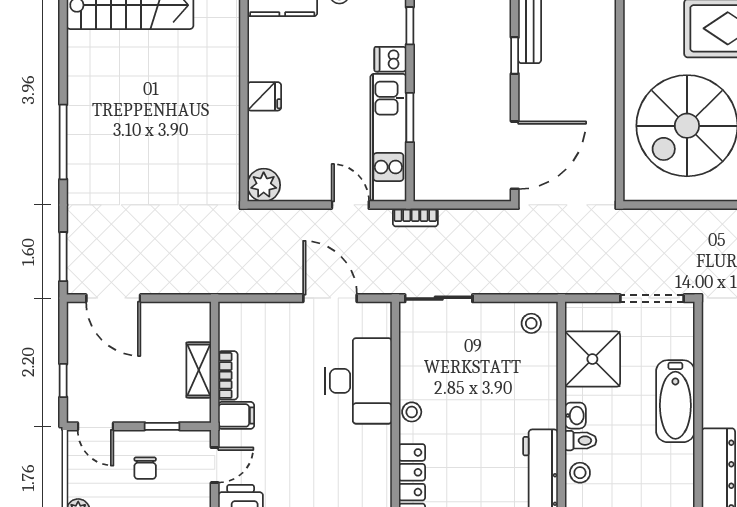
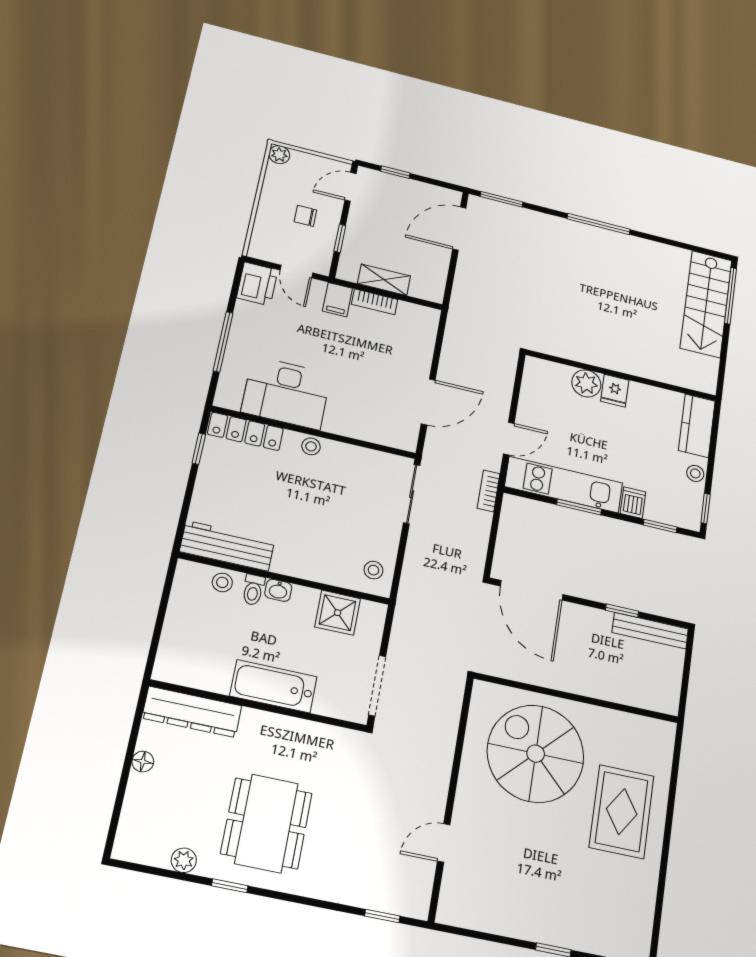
plant: (264, 185) -> (586, 383), moved
shower: (592, 359) -> (338, 613), width x0.73, depth x0.73
desk: (358, 381) -> (286, 393), moved

